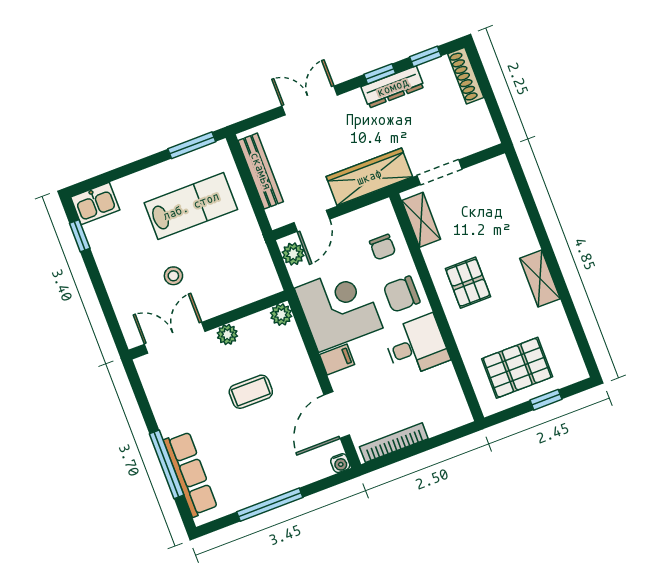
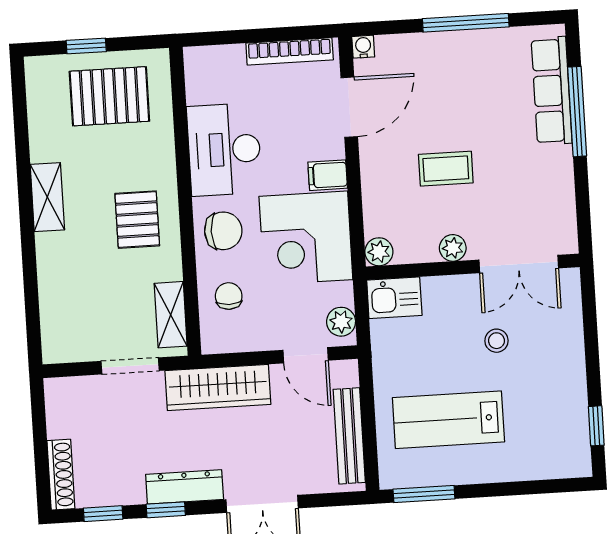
dresser: (393, 87) -> (185, 487), moved
kitchen sink: (95, 204) -> (394, 298), moved, turned 180
door: (312, 221) -> (306, 355), swing flipped
desk: (416, 346) -> (224, 149), width x1.37

